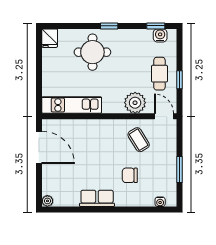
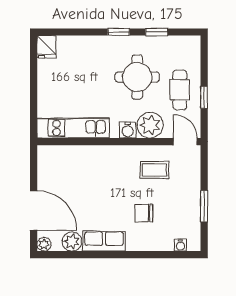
window: (156, 26) -> (157, 32), moved
water cooler: (160, 35) -> (128, 130), moved, turned 180
round table: (92, 52) -> (137, 77), moved
coffee table: (139, 140) -> (154, 170), turned -58
door: (39, 147) -> (34, 211), moved
plant: (71, 199) -> (72, 242), added

